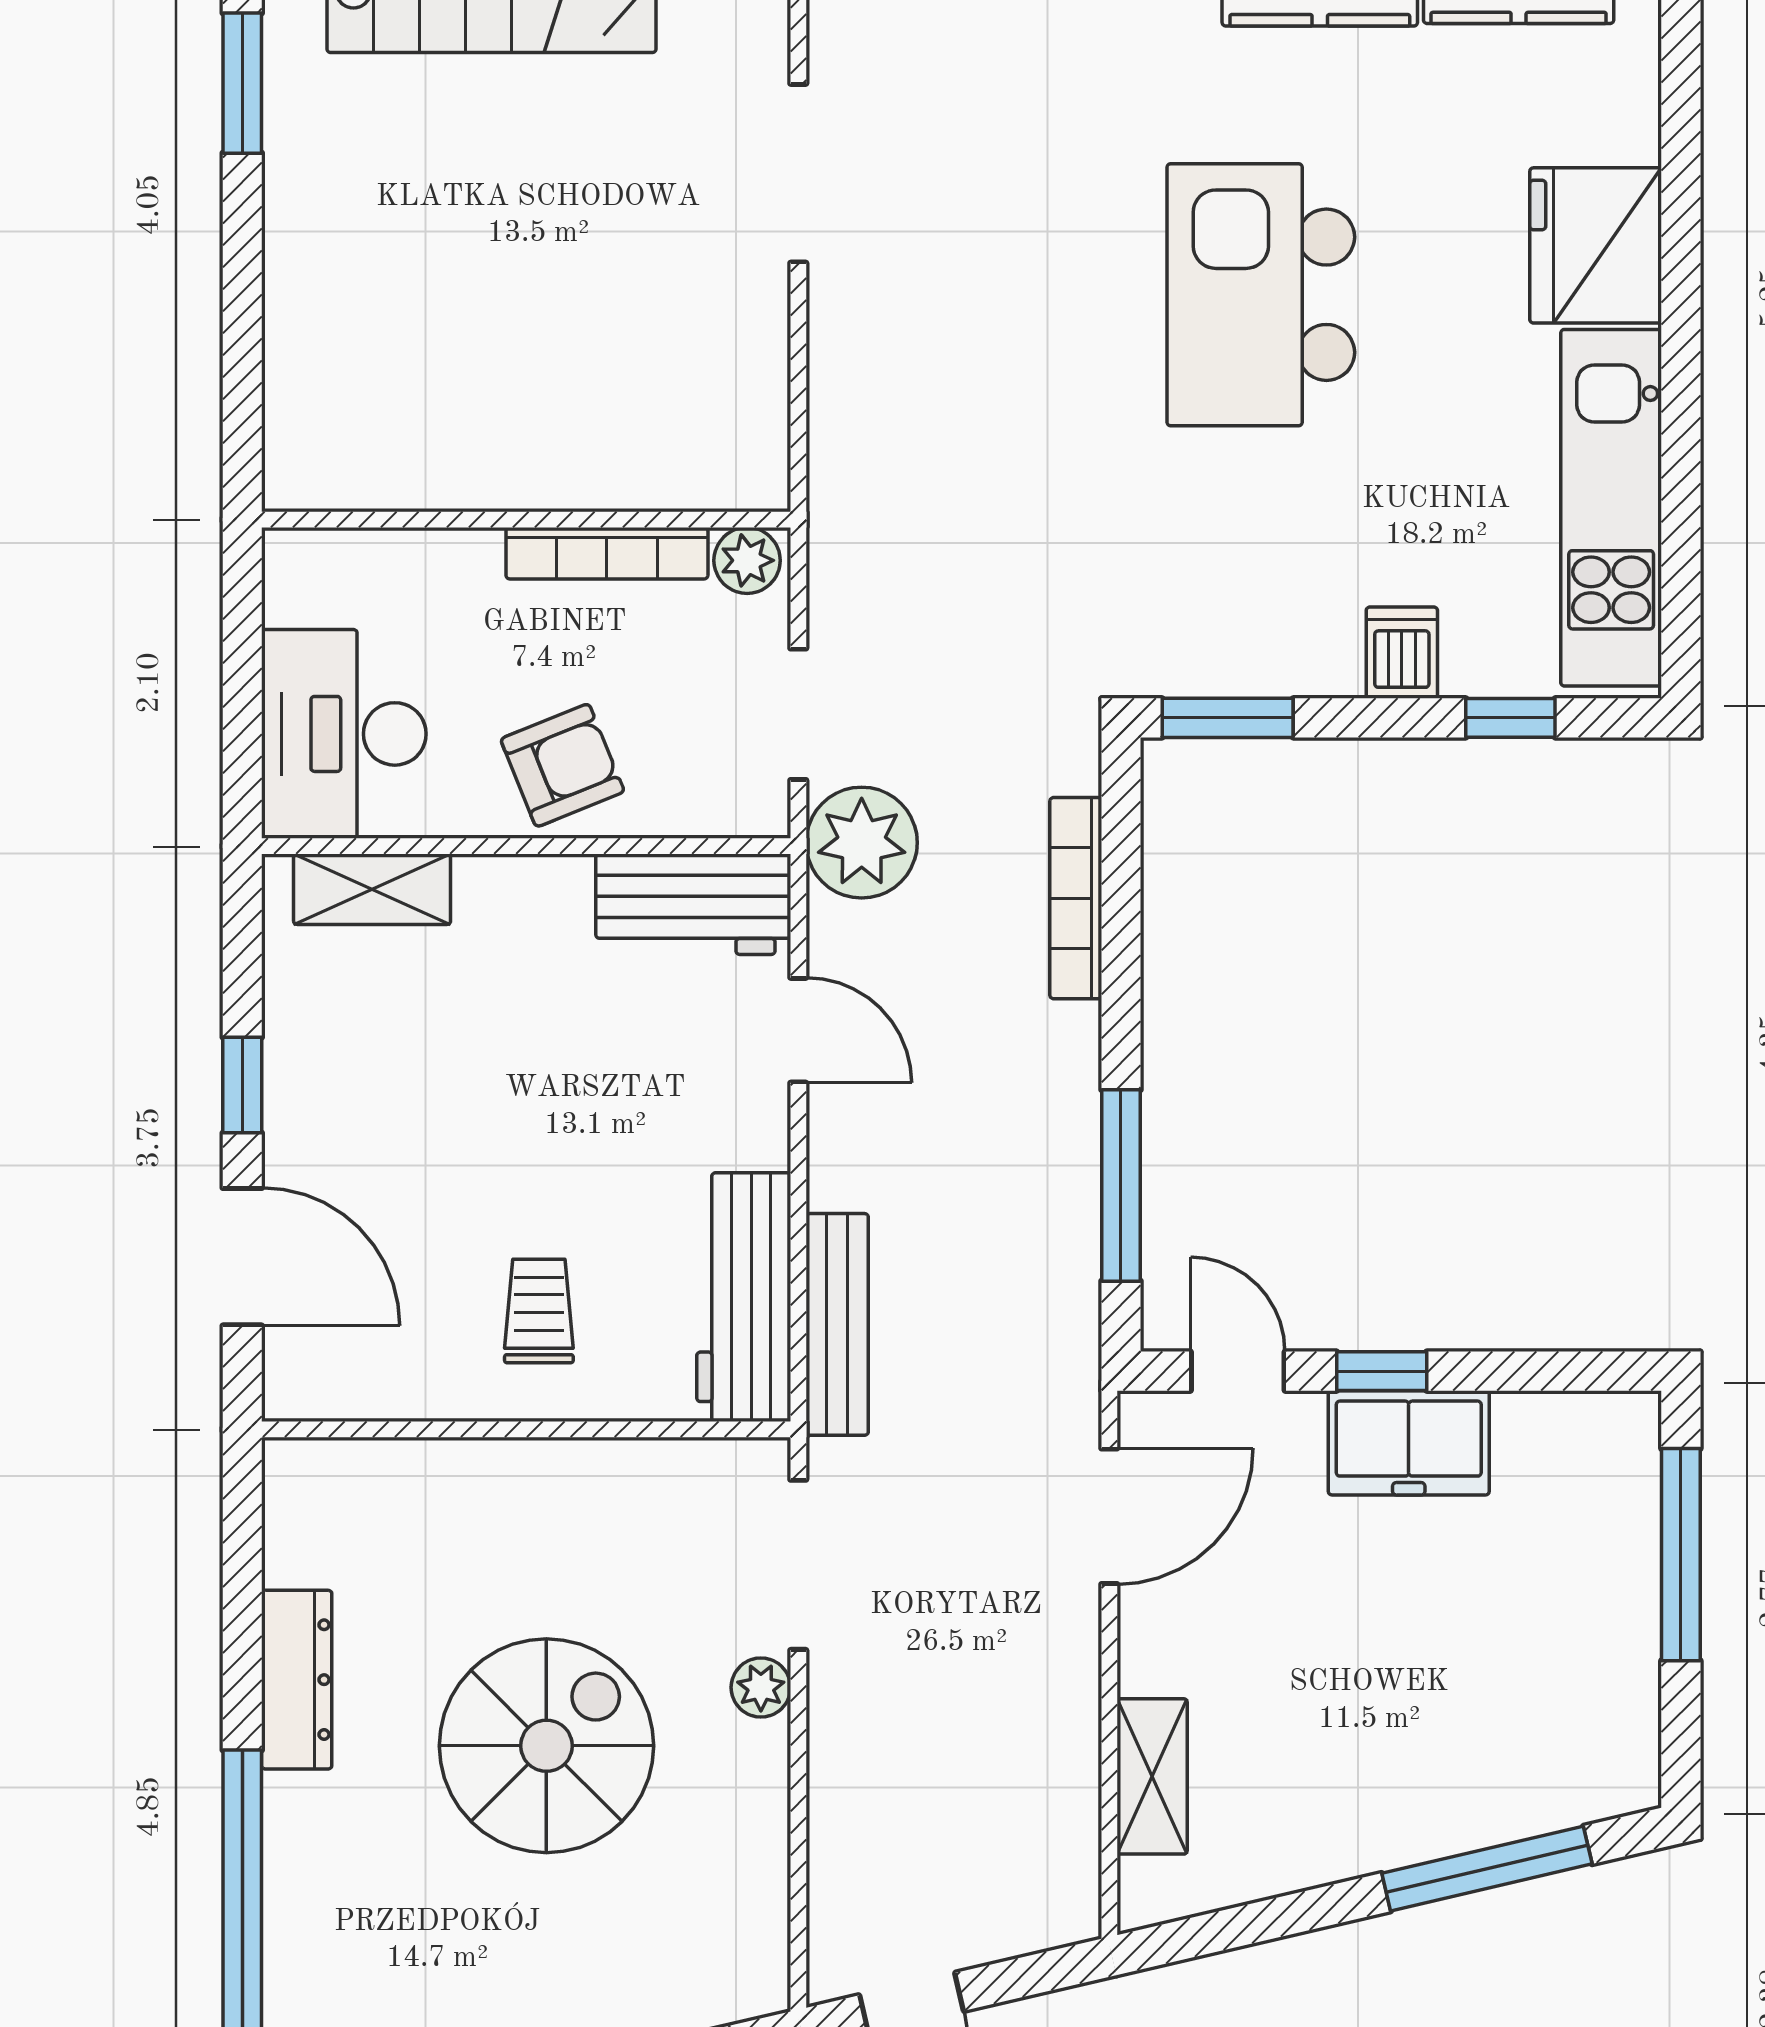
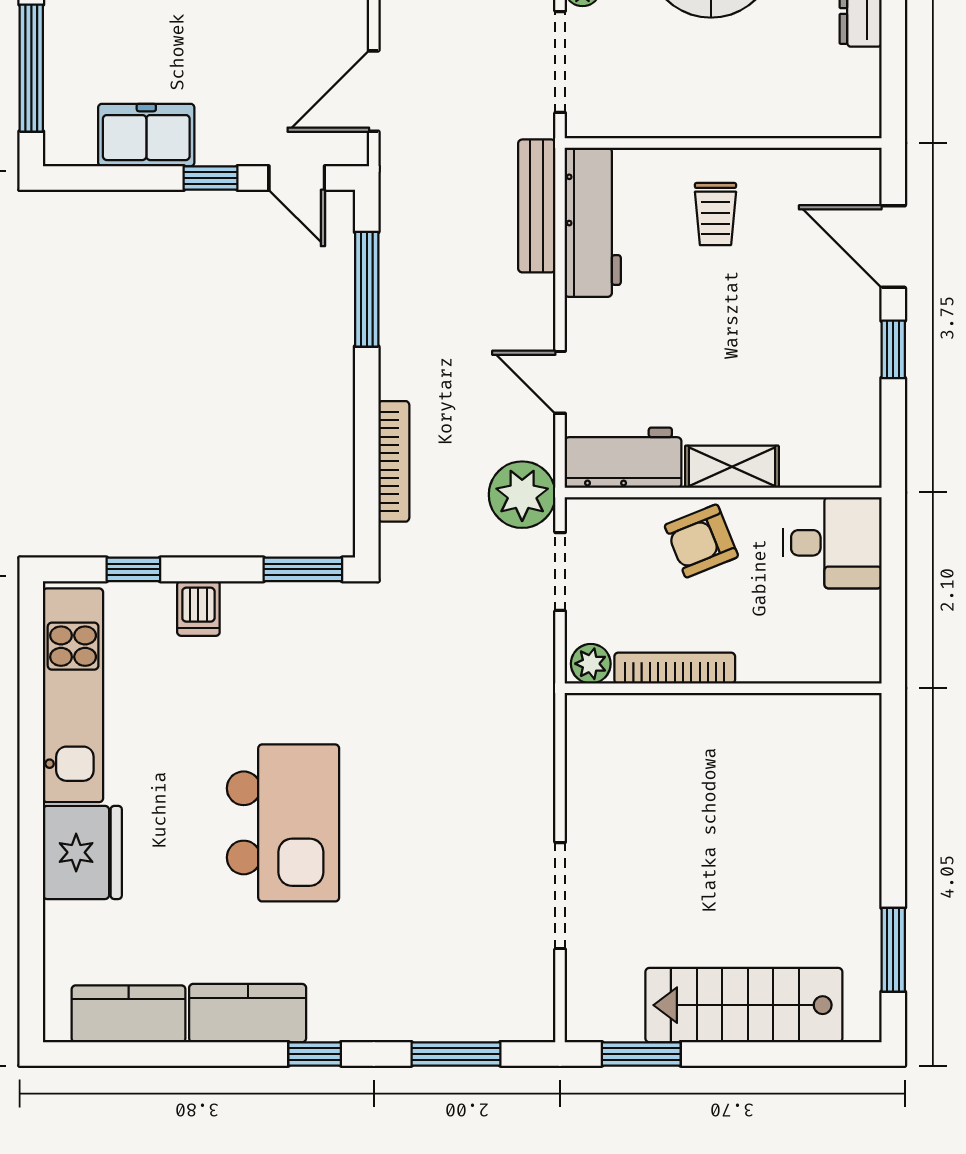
desk: (344, 734) -> (832, 543), width x0.73
shelving: (372, 889) -> (732, 467), moved
freezer: (1409, 1443) -> (146, 135), moved

